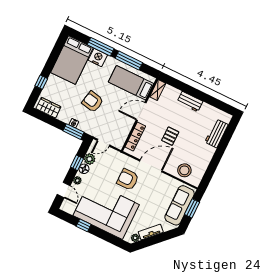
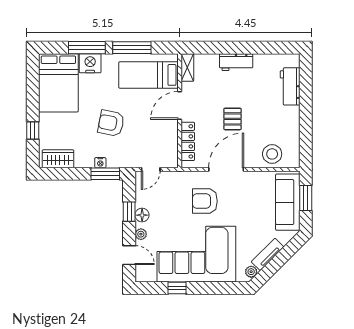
plant: (90, 159) -> (143, 199), removed

